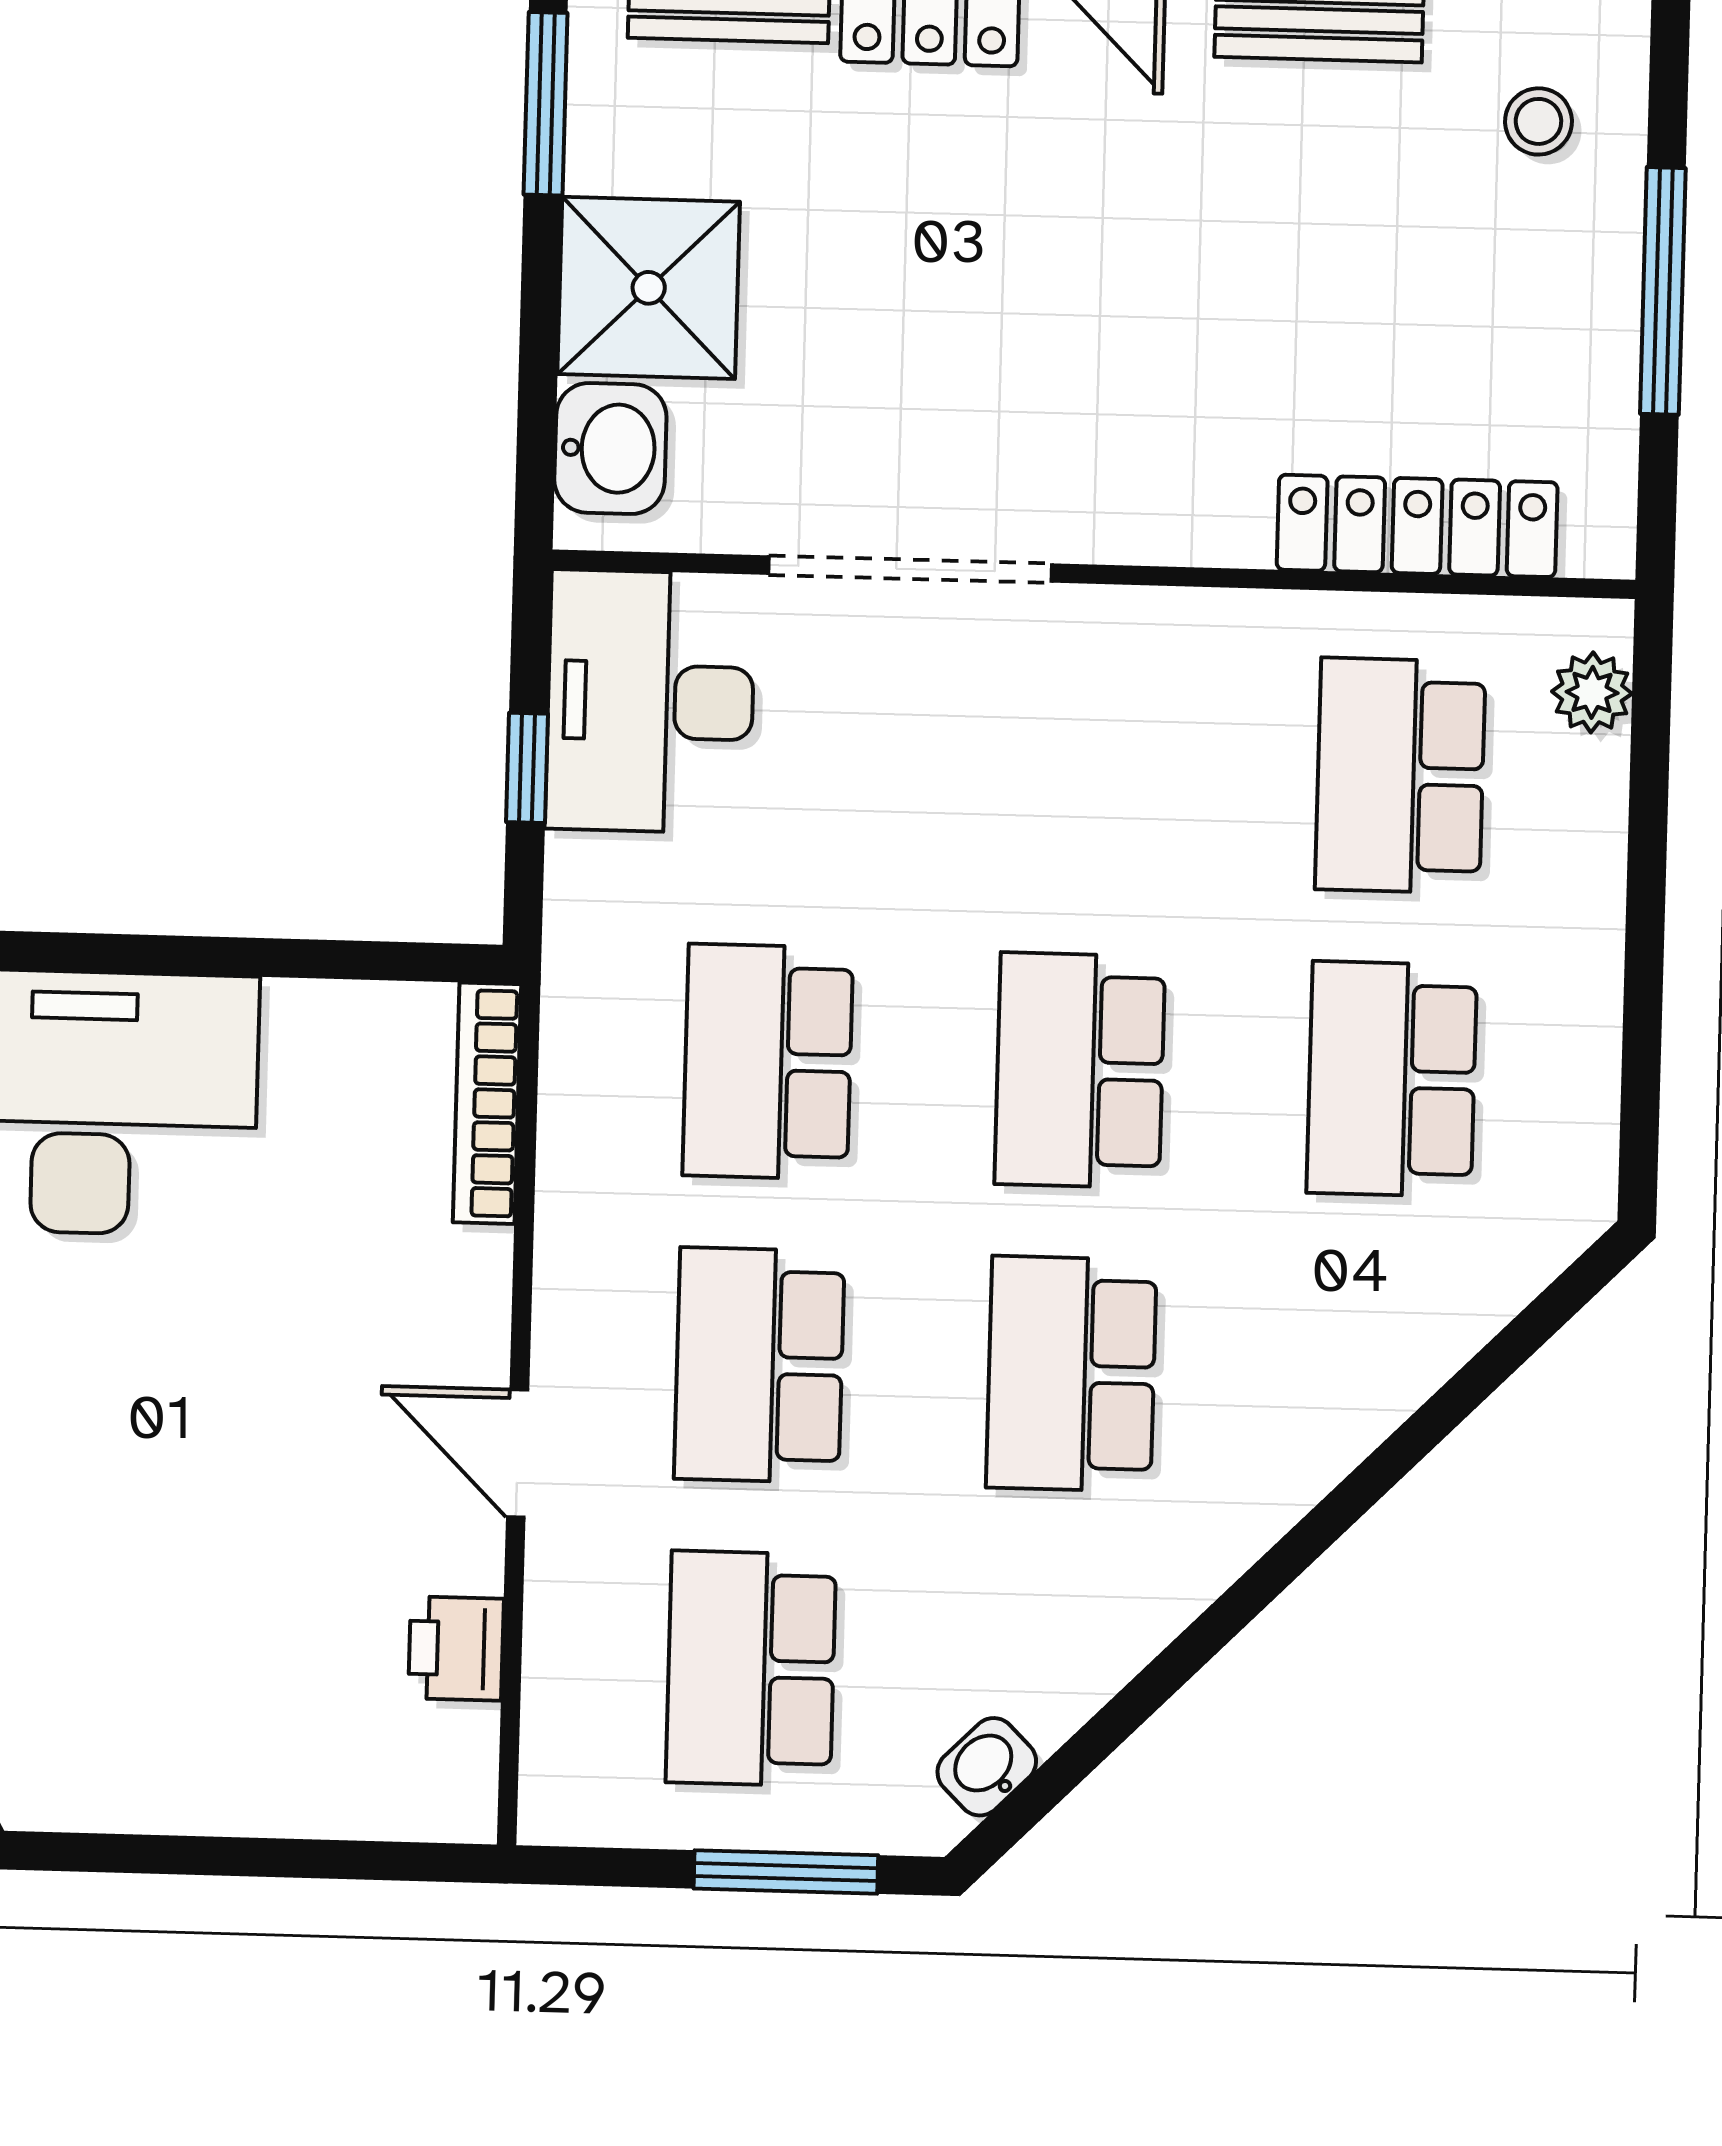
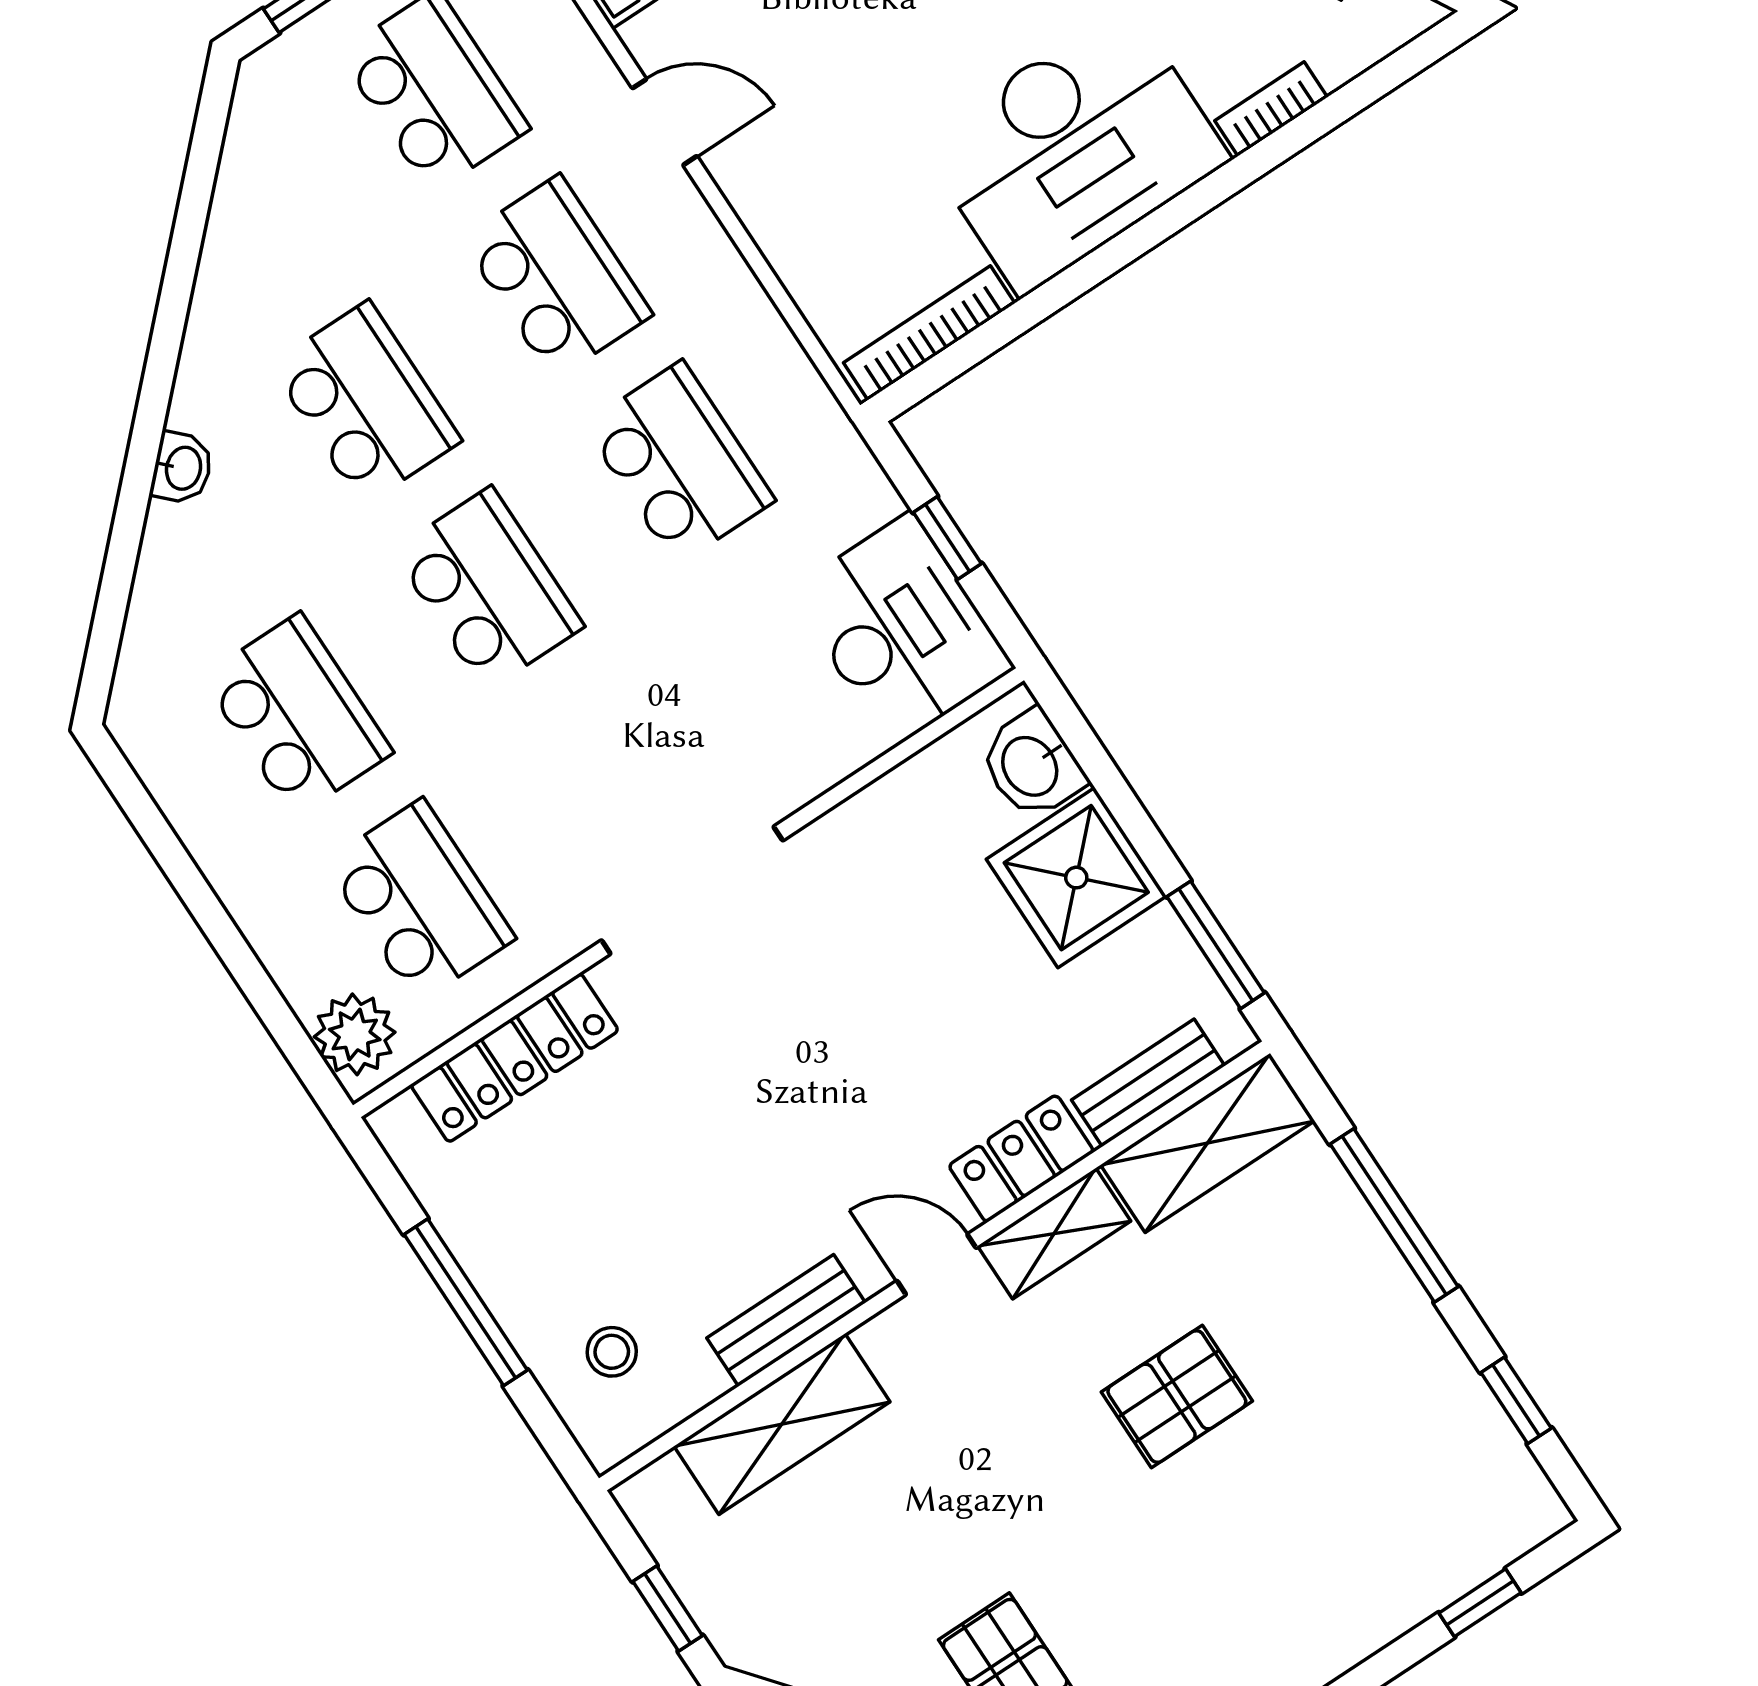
doorway: (910, 569) -> (692, 890), moved
plant: (1592, 692) -> (355, 1034), width x1.38, depth x1.38
bookcase: (487, 1103) -> (929, 333), moved, turned -90
washbasin: (987, 1767) -> (182, 468), moved

